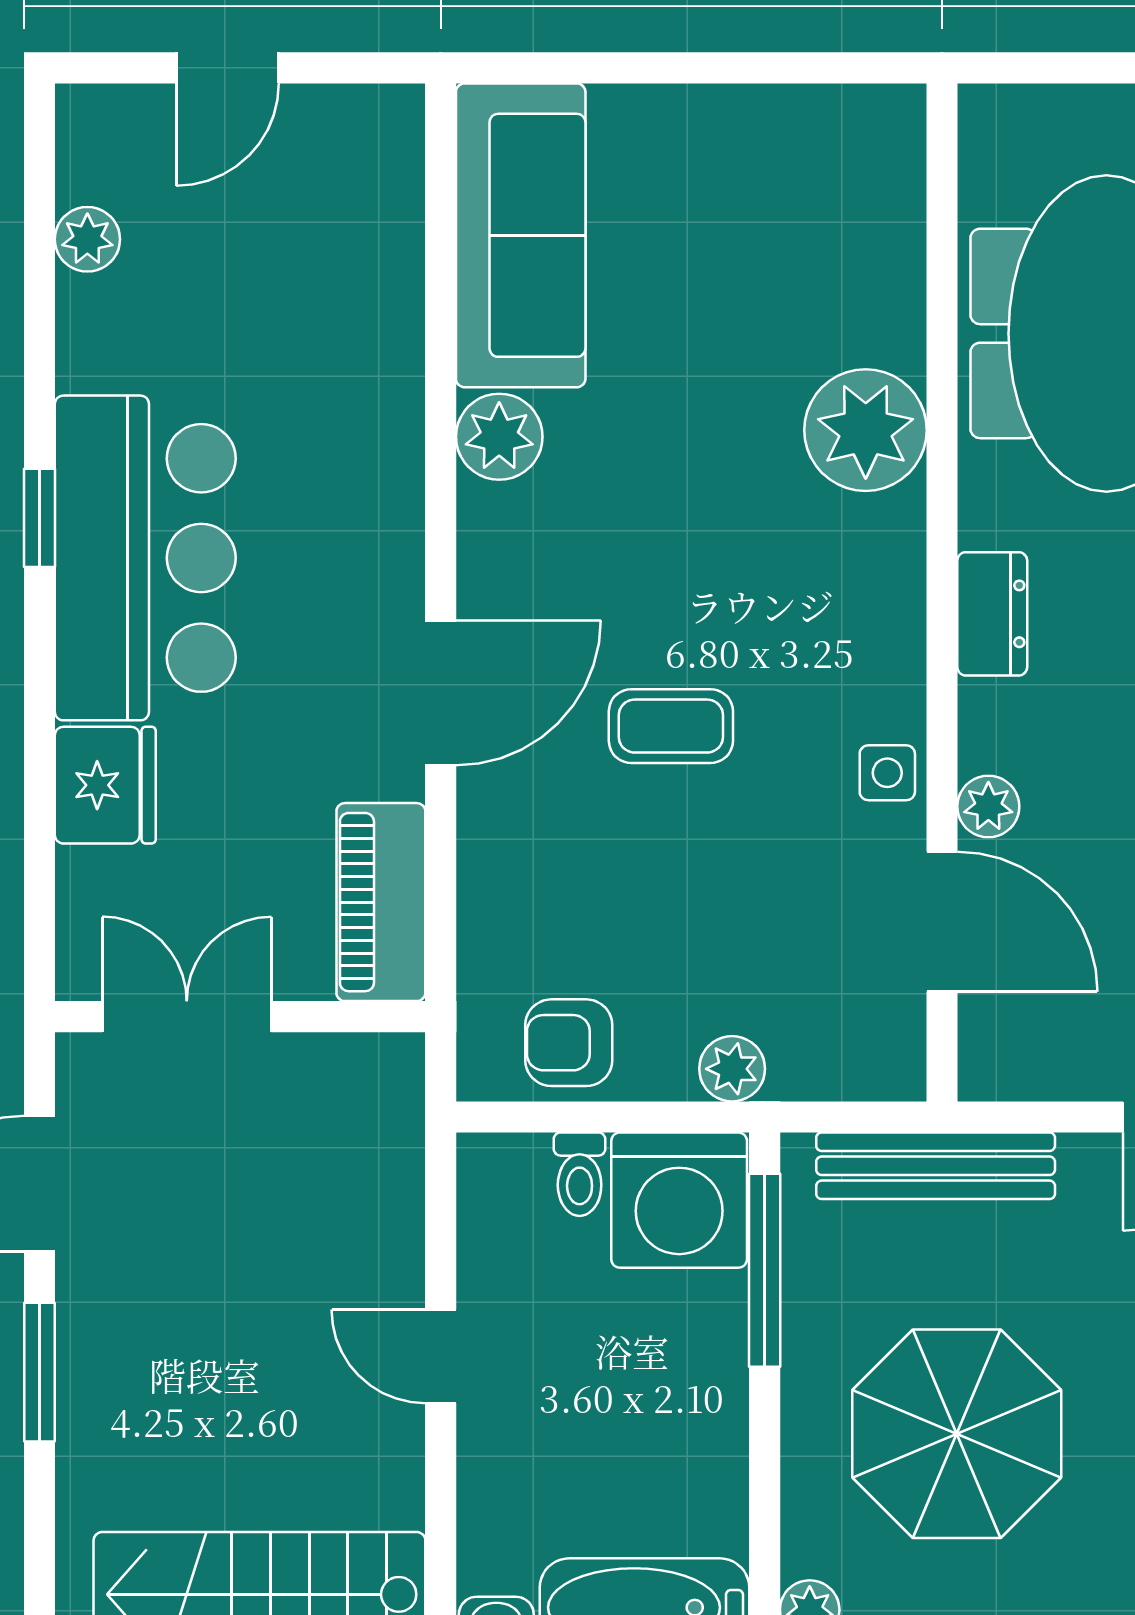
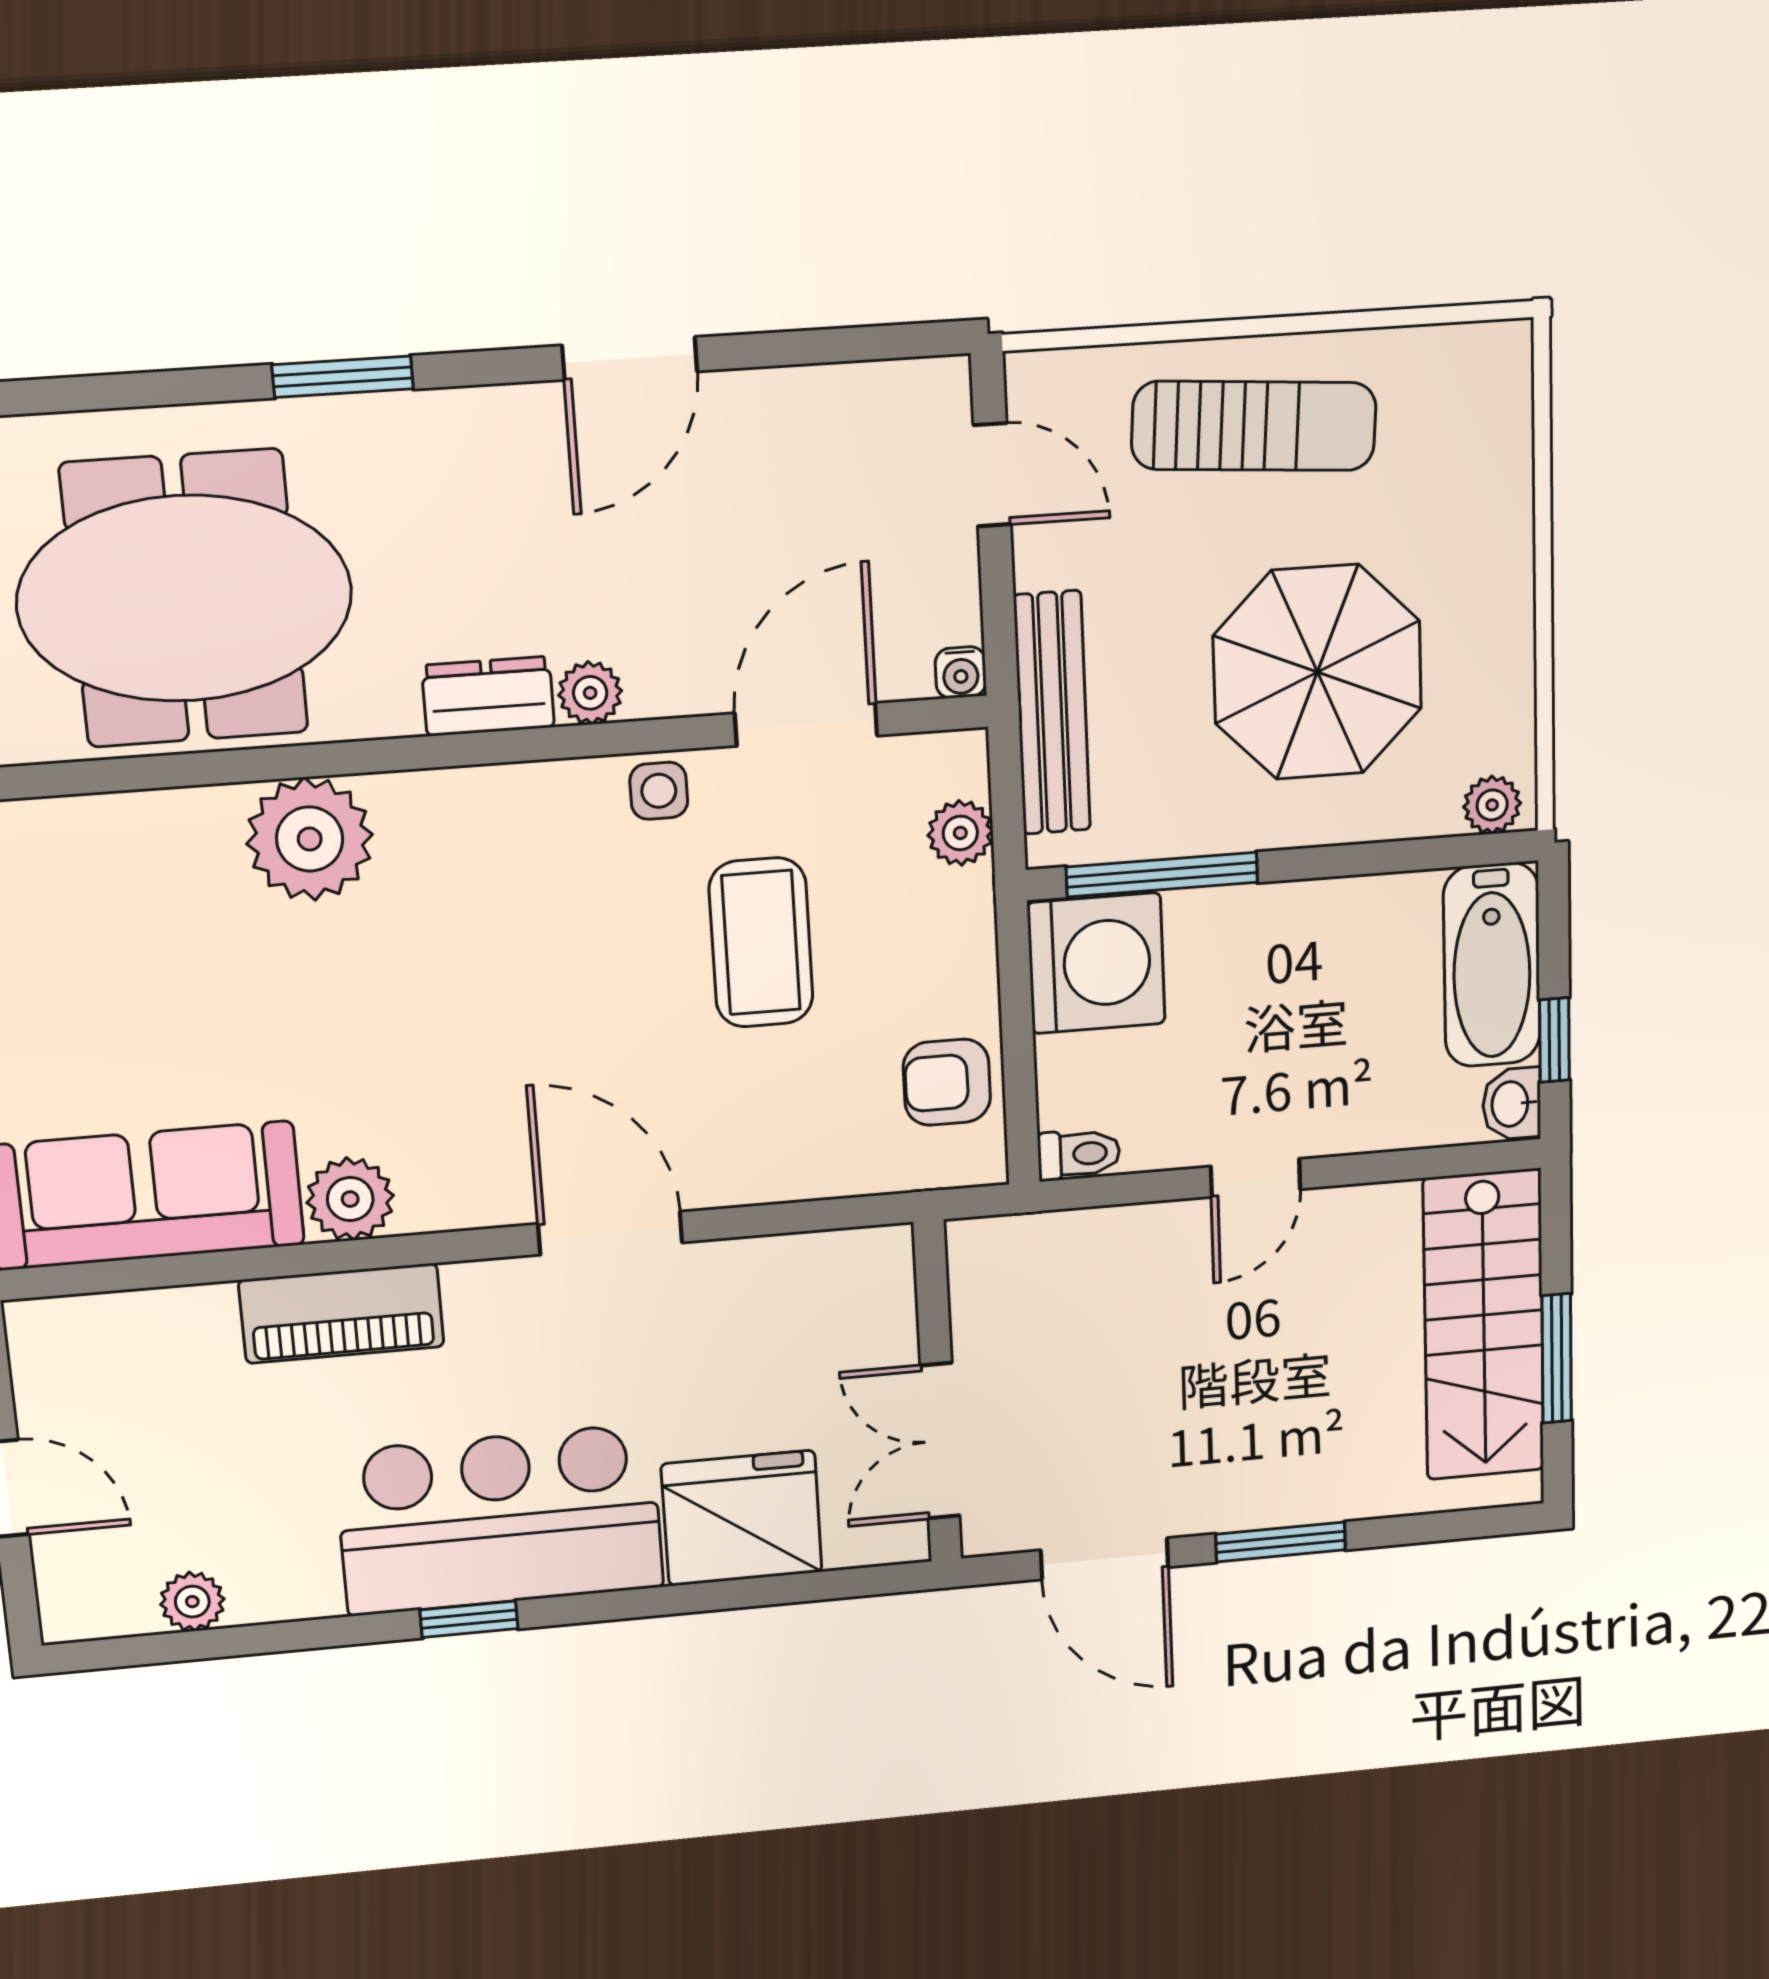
coffee table: (671, 726) -> (761, 943), moved, width x1.36, depth x1.30
fridge: (105, 785) -> (742, 1518), width x1.36, depth x1.34
plant: (988, 807) -> (590, 693), moved
piano: (381, 902) -> (342, 1313), moved
armchair: (569, 1043) -> (947, 1082), turned 90
plant: (732, 1069) -> (960, 833), moved
water cooler: (982, 1077) -> (961, 672), added
toilet: (580, 1174) -> (1079, 1154), moved

